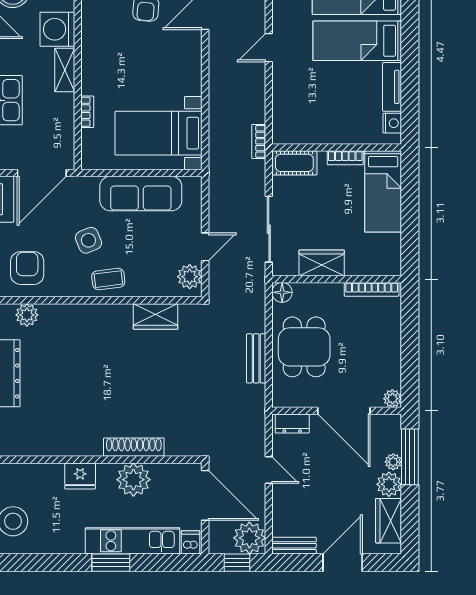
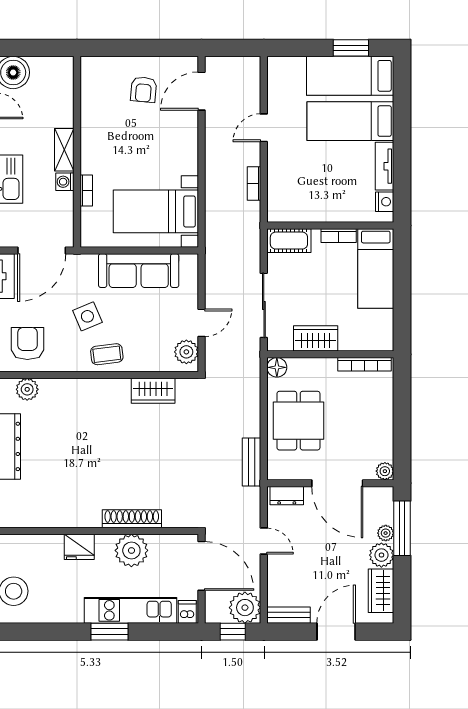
washing machine: (57, 29) -> (65, 182), moved, width x0.53, depth x0.53
bookcase: (259, 141) -> (254, 184), moved
bench: (256, 358) -> (252, 462), moved

